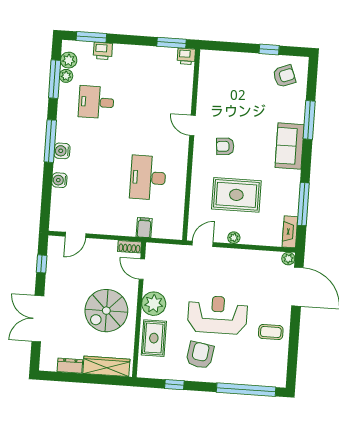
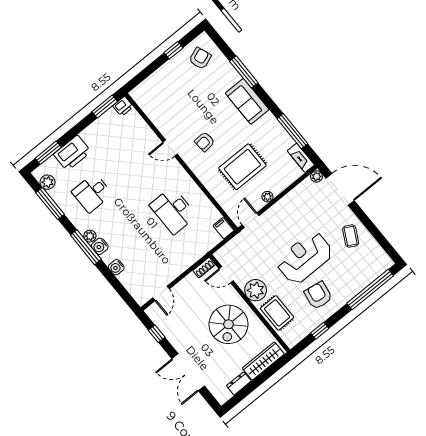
printer: (103, 51) -> (72, 153), width x1.87, depth x1.48
plant: (66, 76) -> (90, 236), moved
filing cabinet: (144, 228) -> (223, 228), moved
coffee table: (271, 332) -> (351, 236), turned -62

